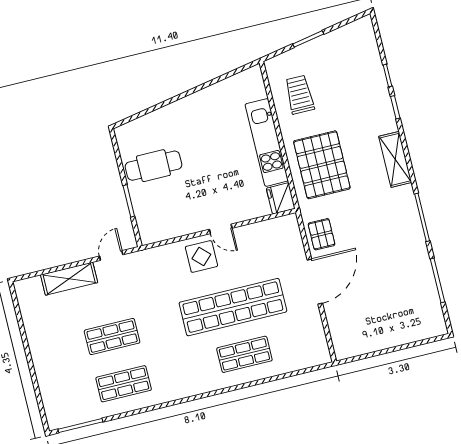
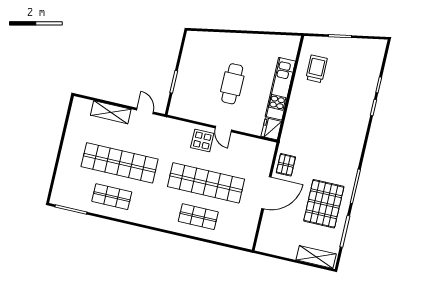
shelving: (395, 159) -> (316, 257), moved, turned 90
pallet: (322, 165) -> (324, 204), moved
cafe table: (153, 166) -> (232, 84), moved, turned 90
door: (111, 255) -> (145, 111), hinge flipped
shop shelf: (112, 337) -> (120, 163), width x2.00, depth x1.36

